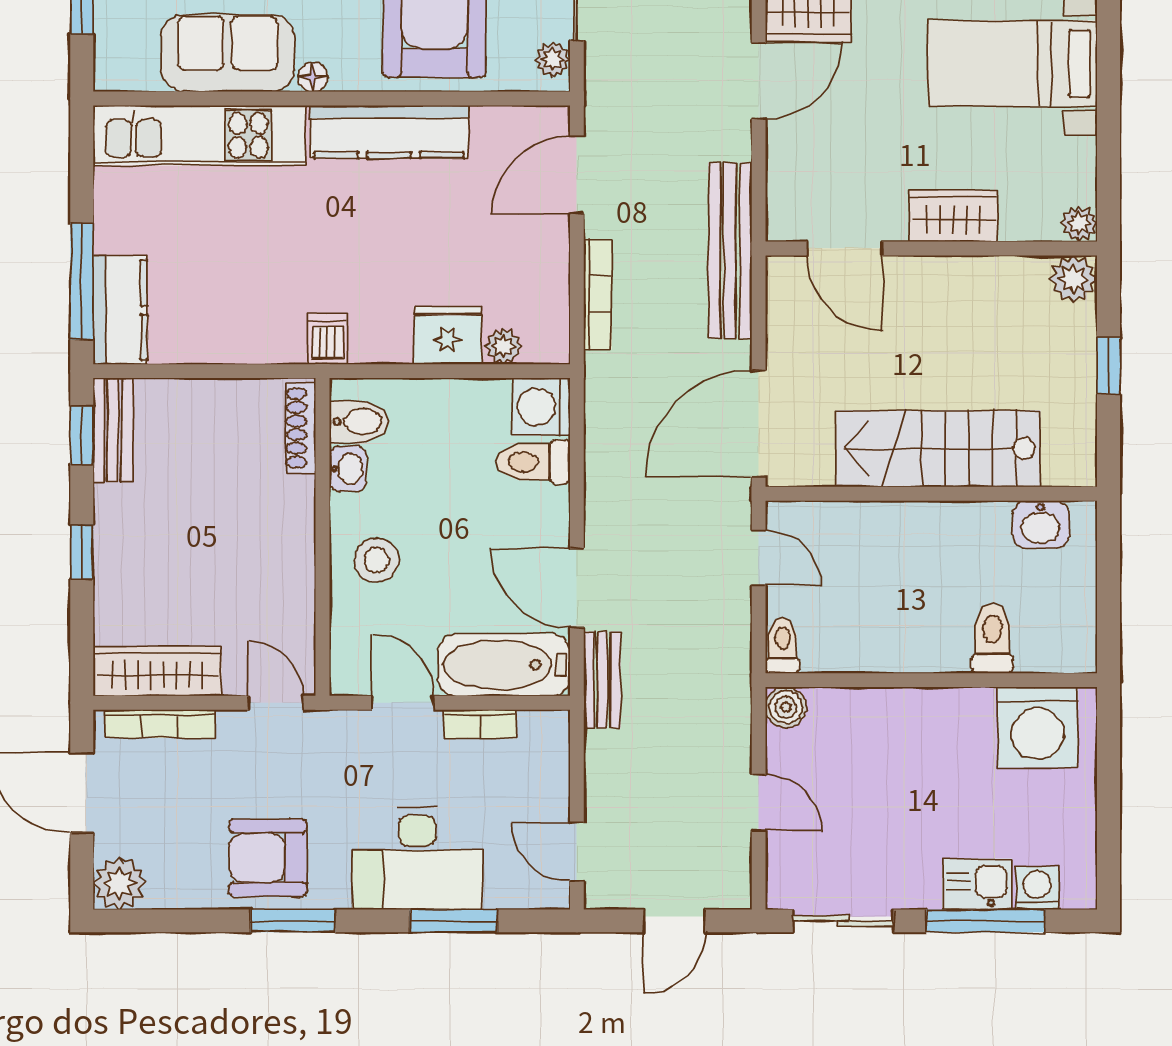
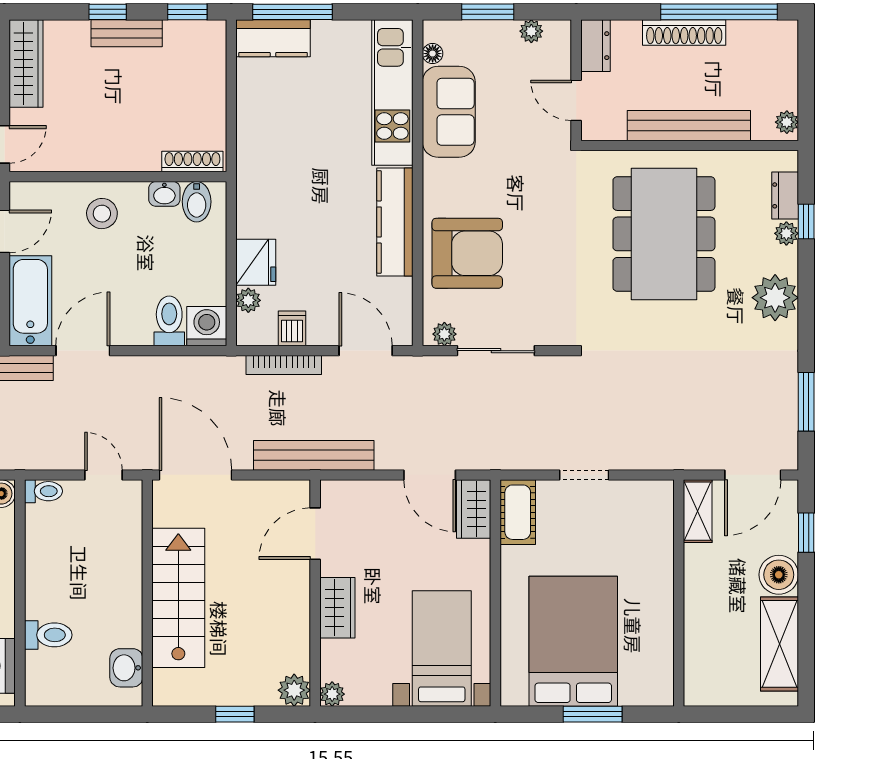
floor lamp: (313, 77) -> (433, 54), moved
dishwasher: (327, 339) -> (292, 328), moved, turned -90
bench: (113, 430) -> (127, 33), moved
door: (759, 558) -> (103, 475), swing flipped

